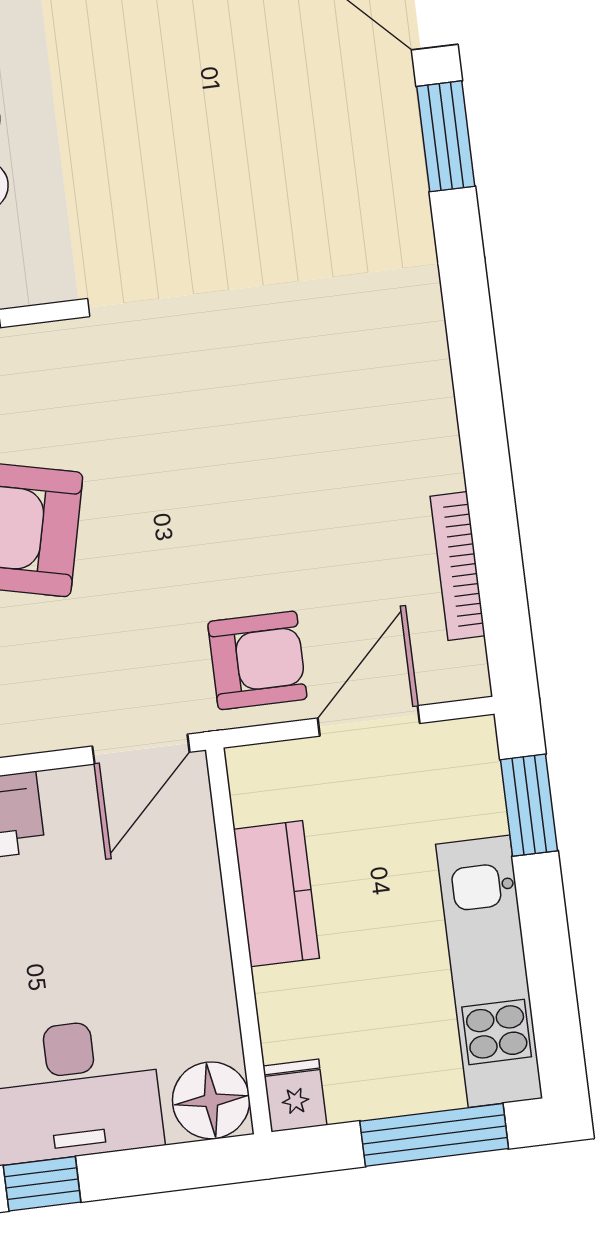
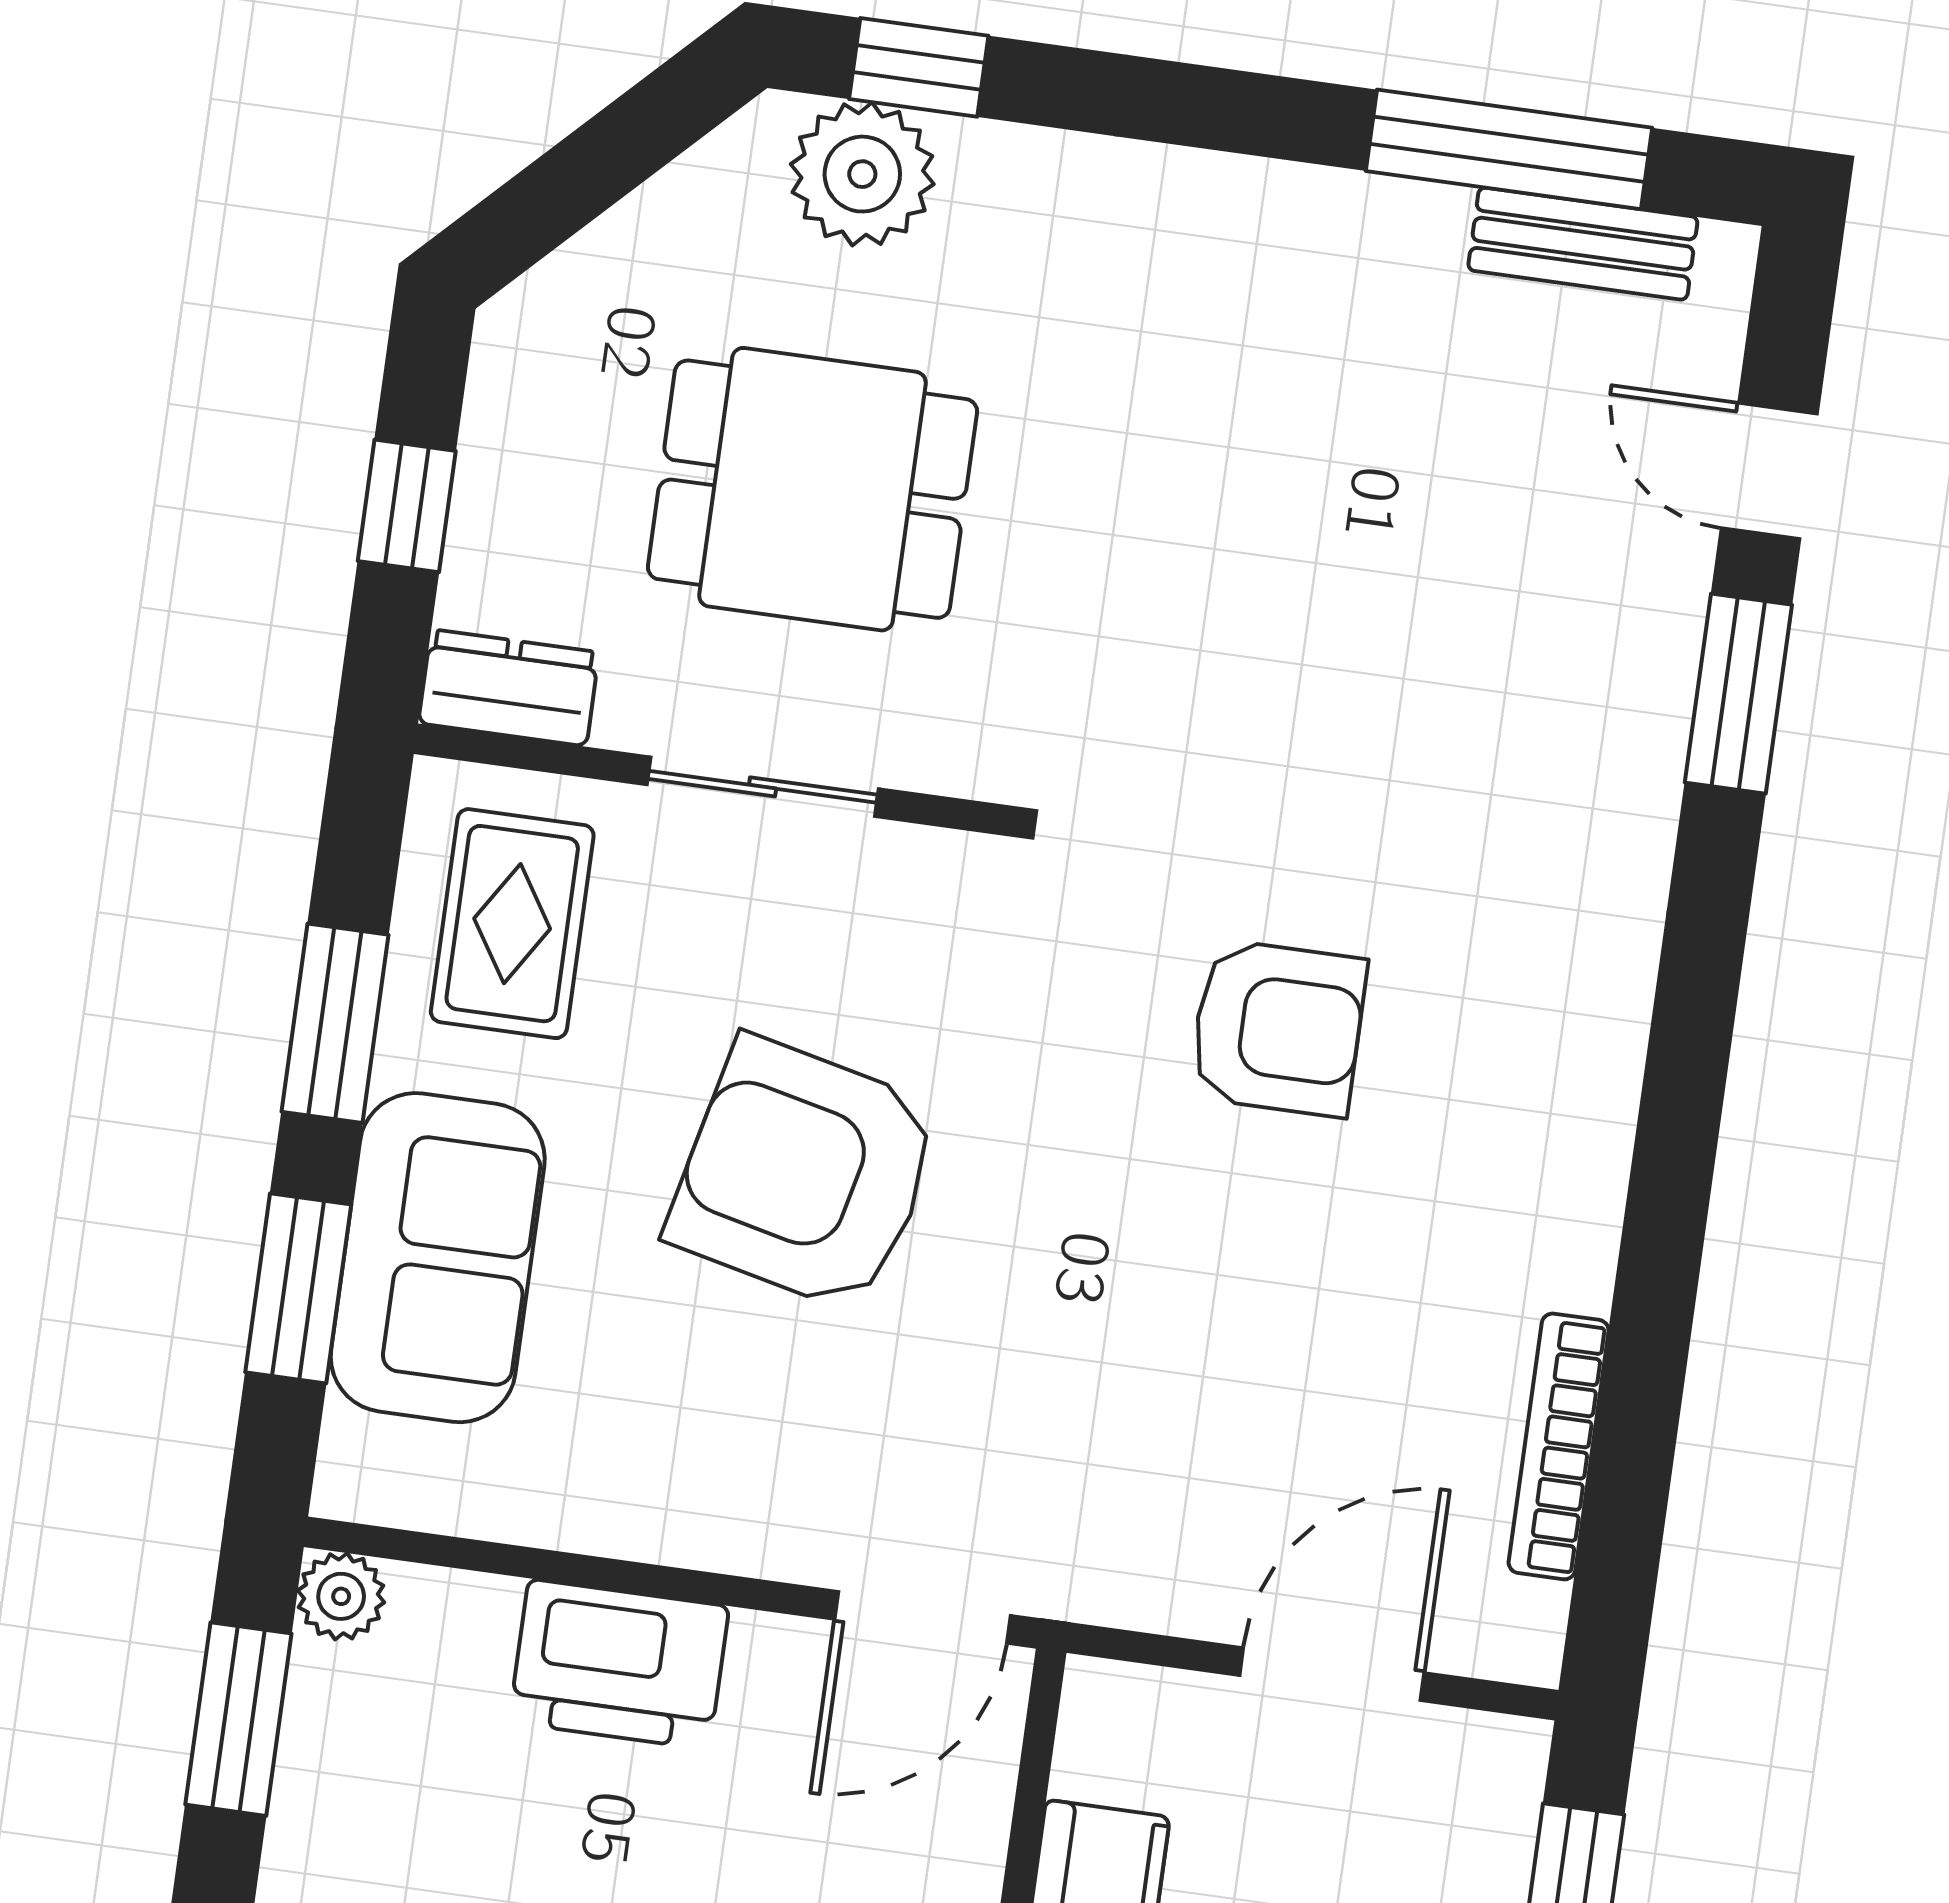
armchair: (257, 660) -> (1278, 1028), moved

